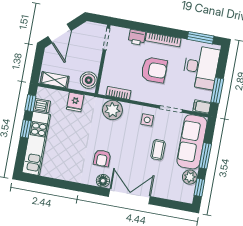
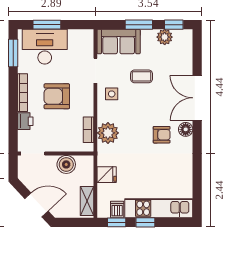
armchair: (154, 70) -> (57, 96), turned -90
boiler: (89, 80) -> (66, 164), moved
window: (217, 90) -> (47, 25), moved
filing cabinet: (202, 107) -> (87, 38), removed
sofa: (192, 142) -> (119, 42), width x0.73

